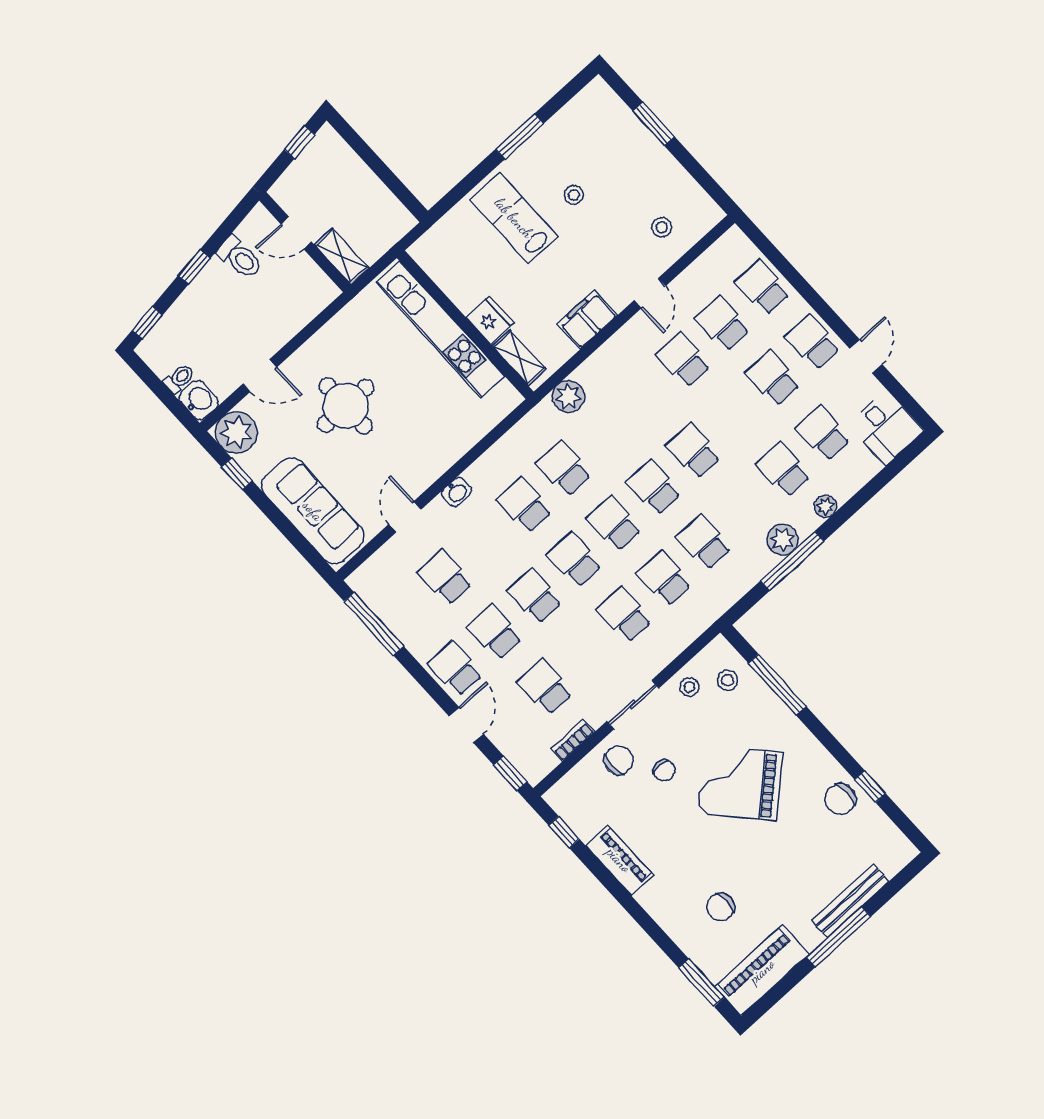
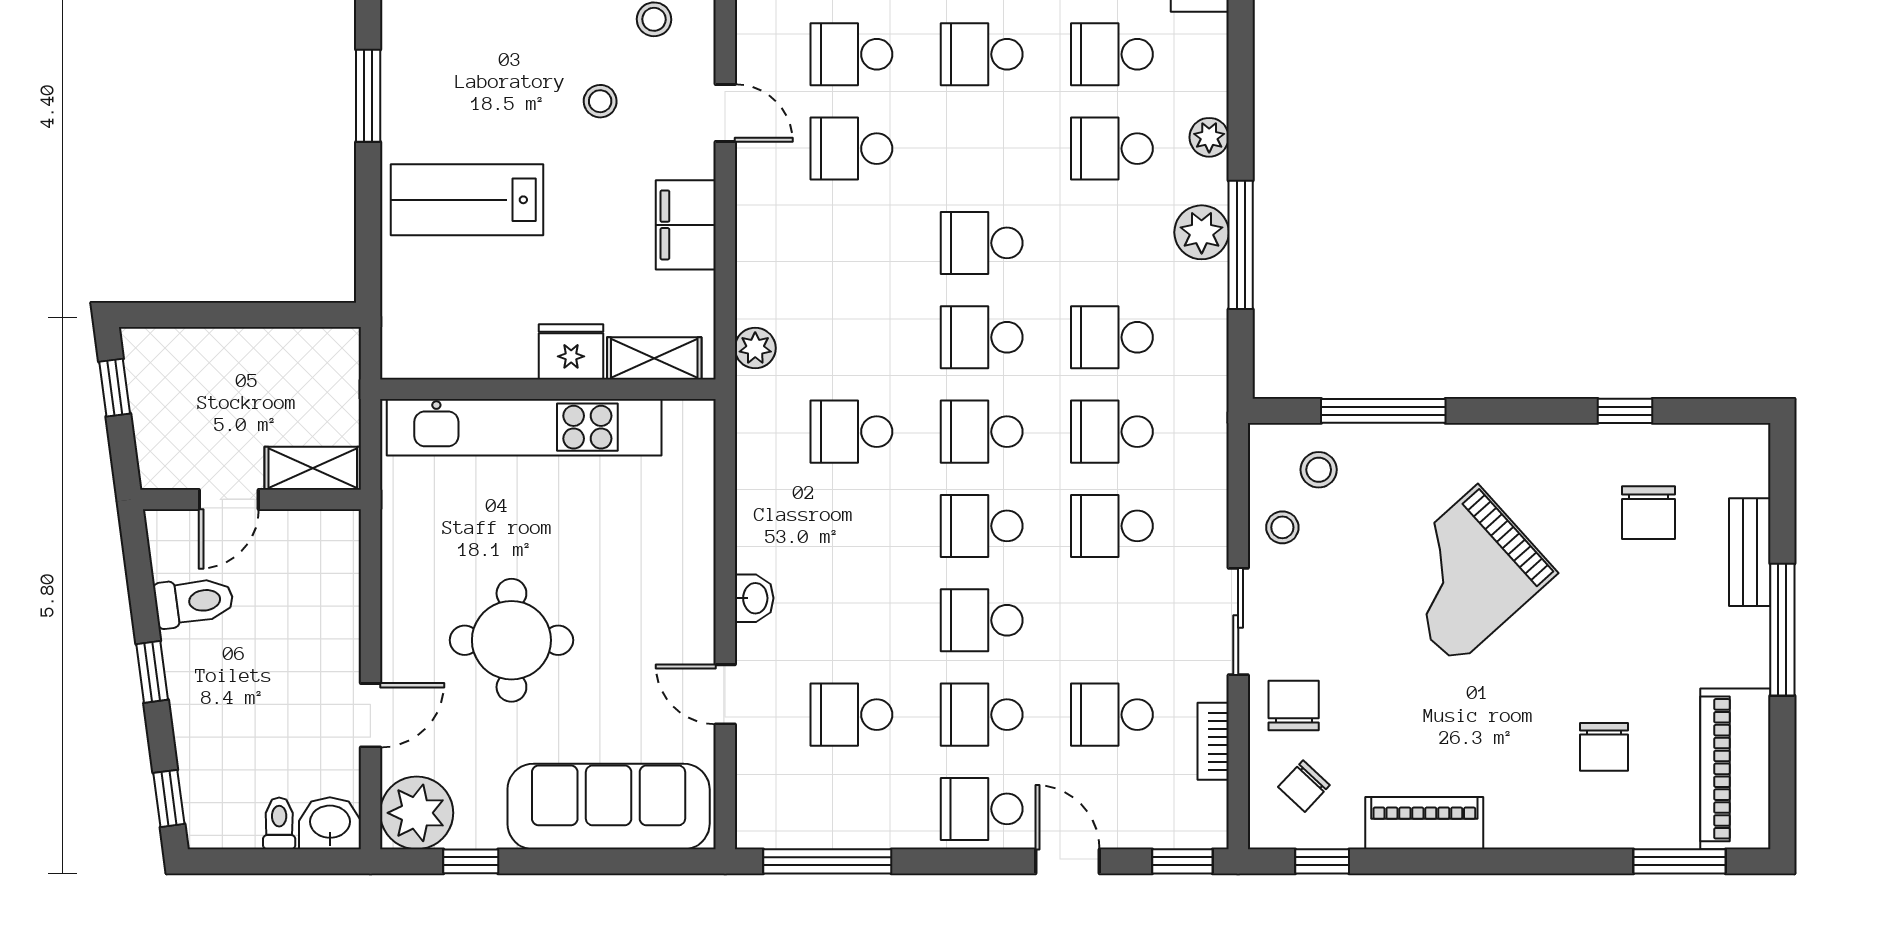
stool: (574, 195) -> (600, 101), moved
plant: (568, 397) -> (755, 348), width x0.73, depth x0.73
school desk: (524, 505) -> (851, 526), removed
chair: (664, 770) -> (1304, 786), moved, turned 133
chair: (840, 799) -> (1648, 513), moved
bench: (850, 901) -> (1750, 552), width x0.73

